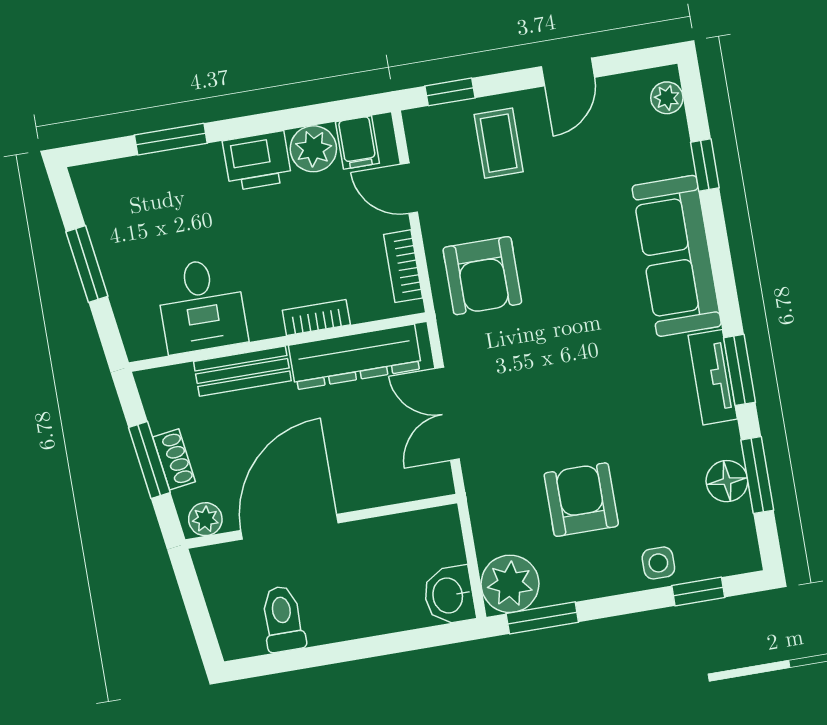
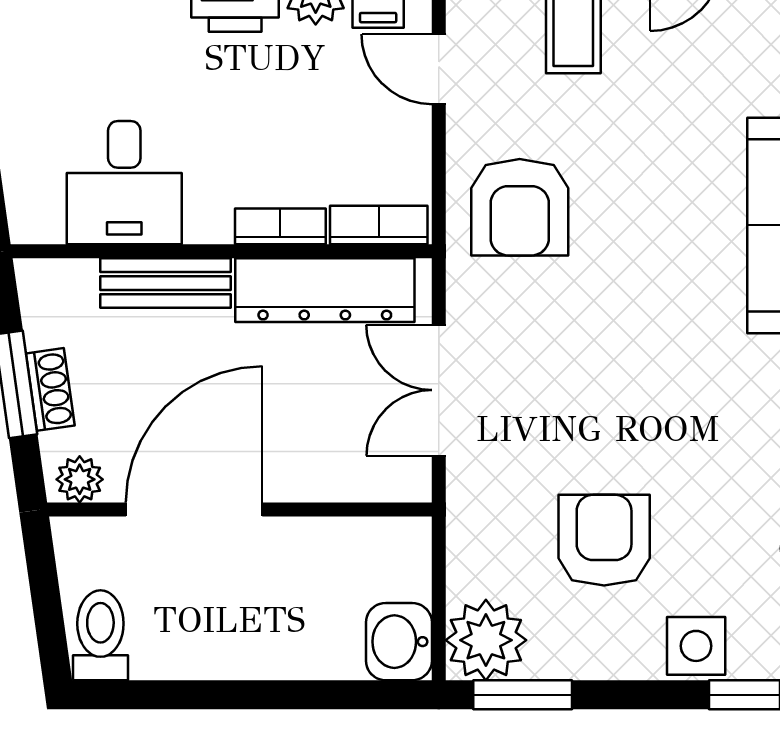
bookcase: (403, 266) -> (379, 225), moved, turned 90
side table: (658, 563) -> (696, 646), width x1.37, depth x1.37
toilet: (283, 619) -> (100, 635), moved

